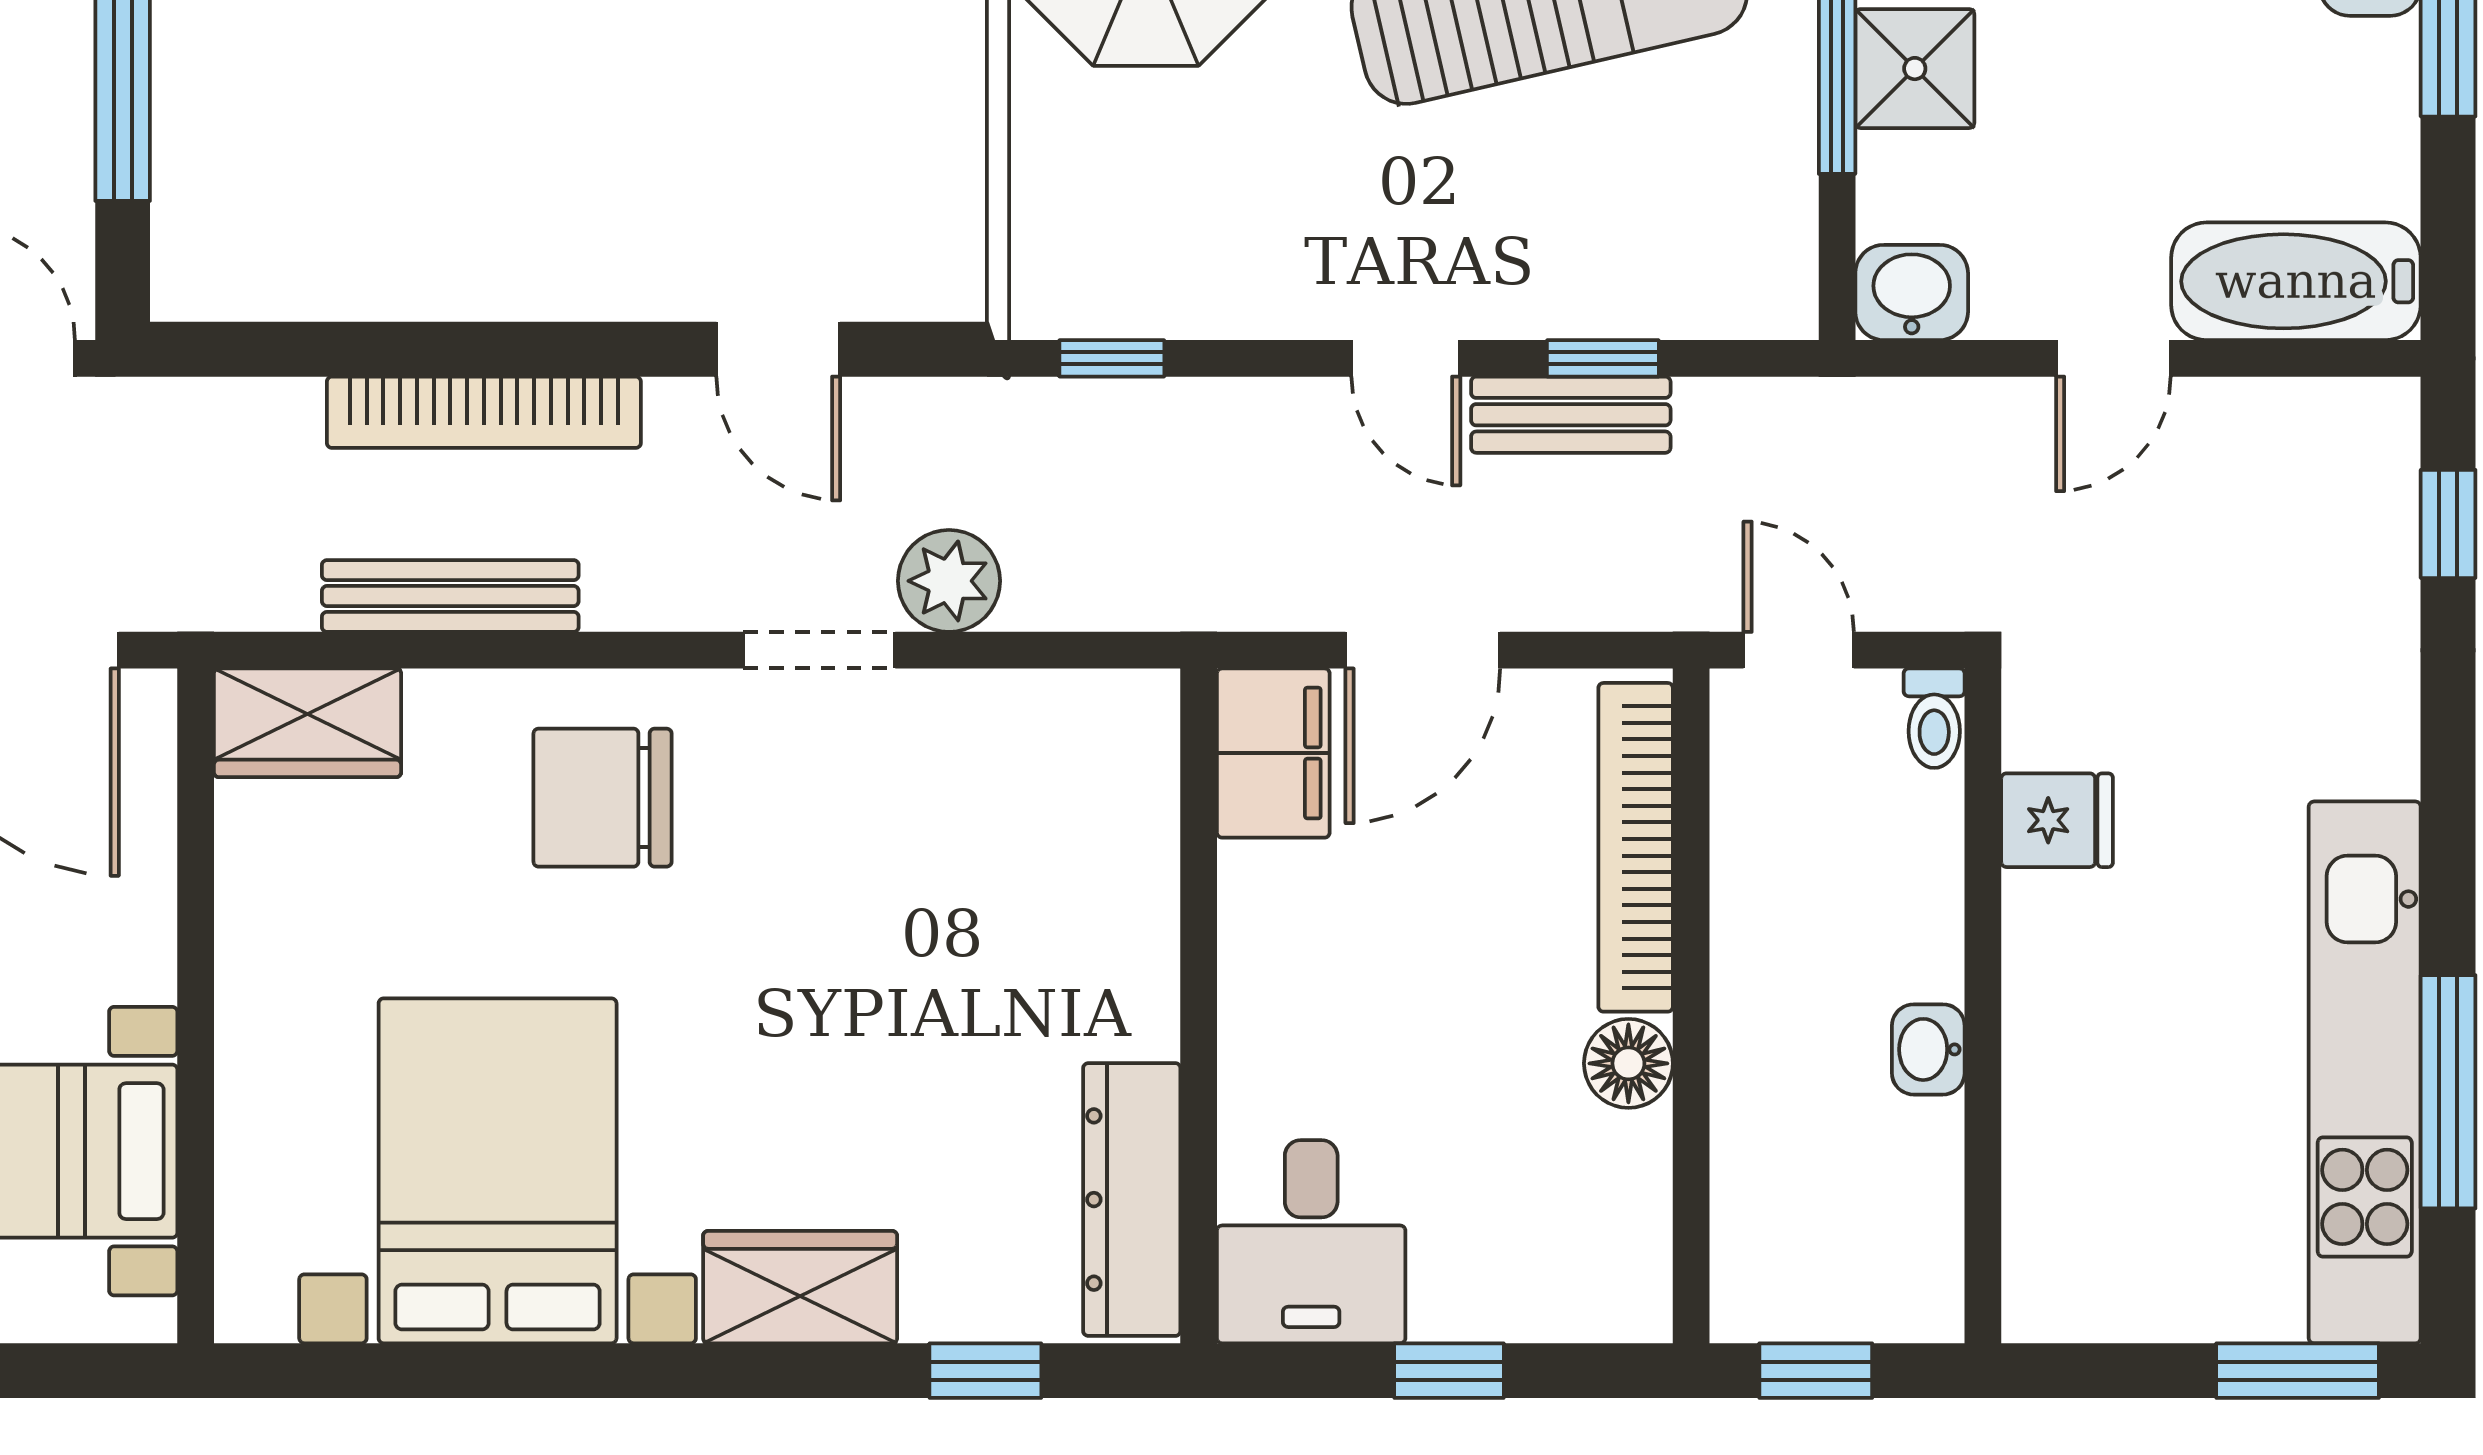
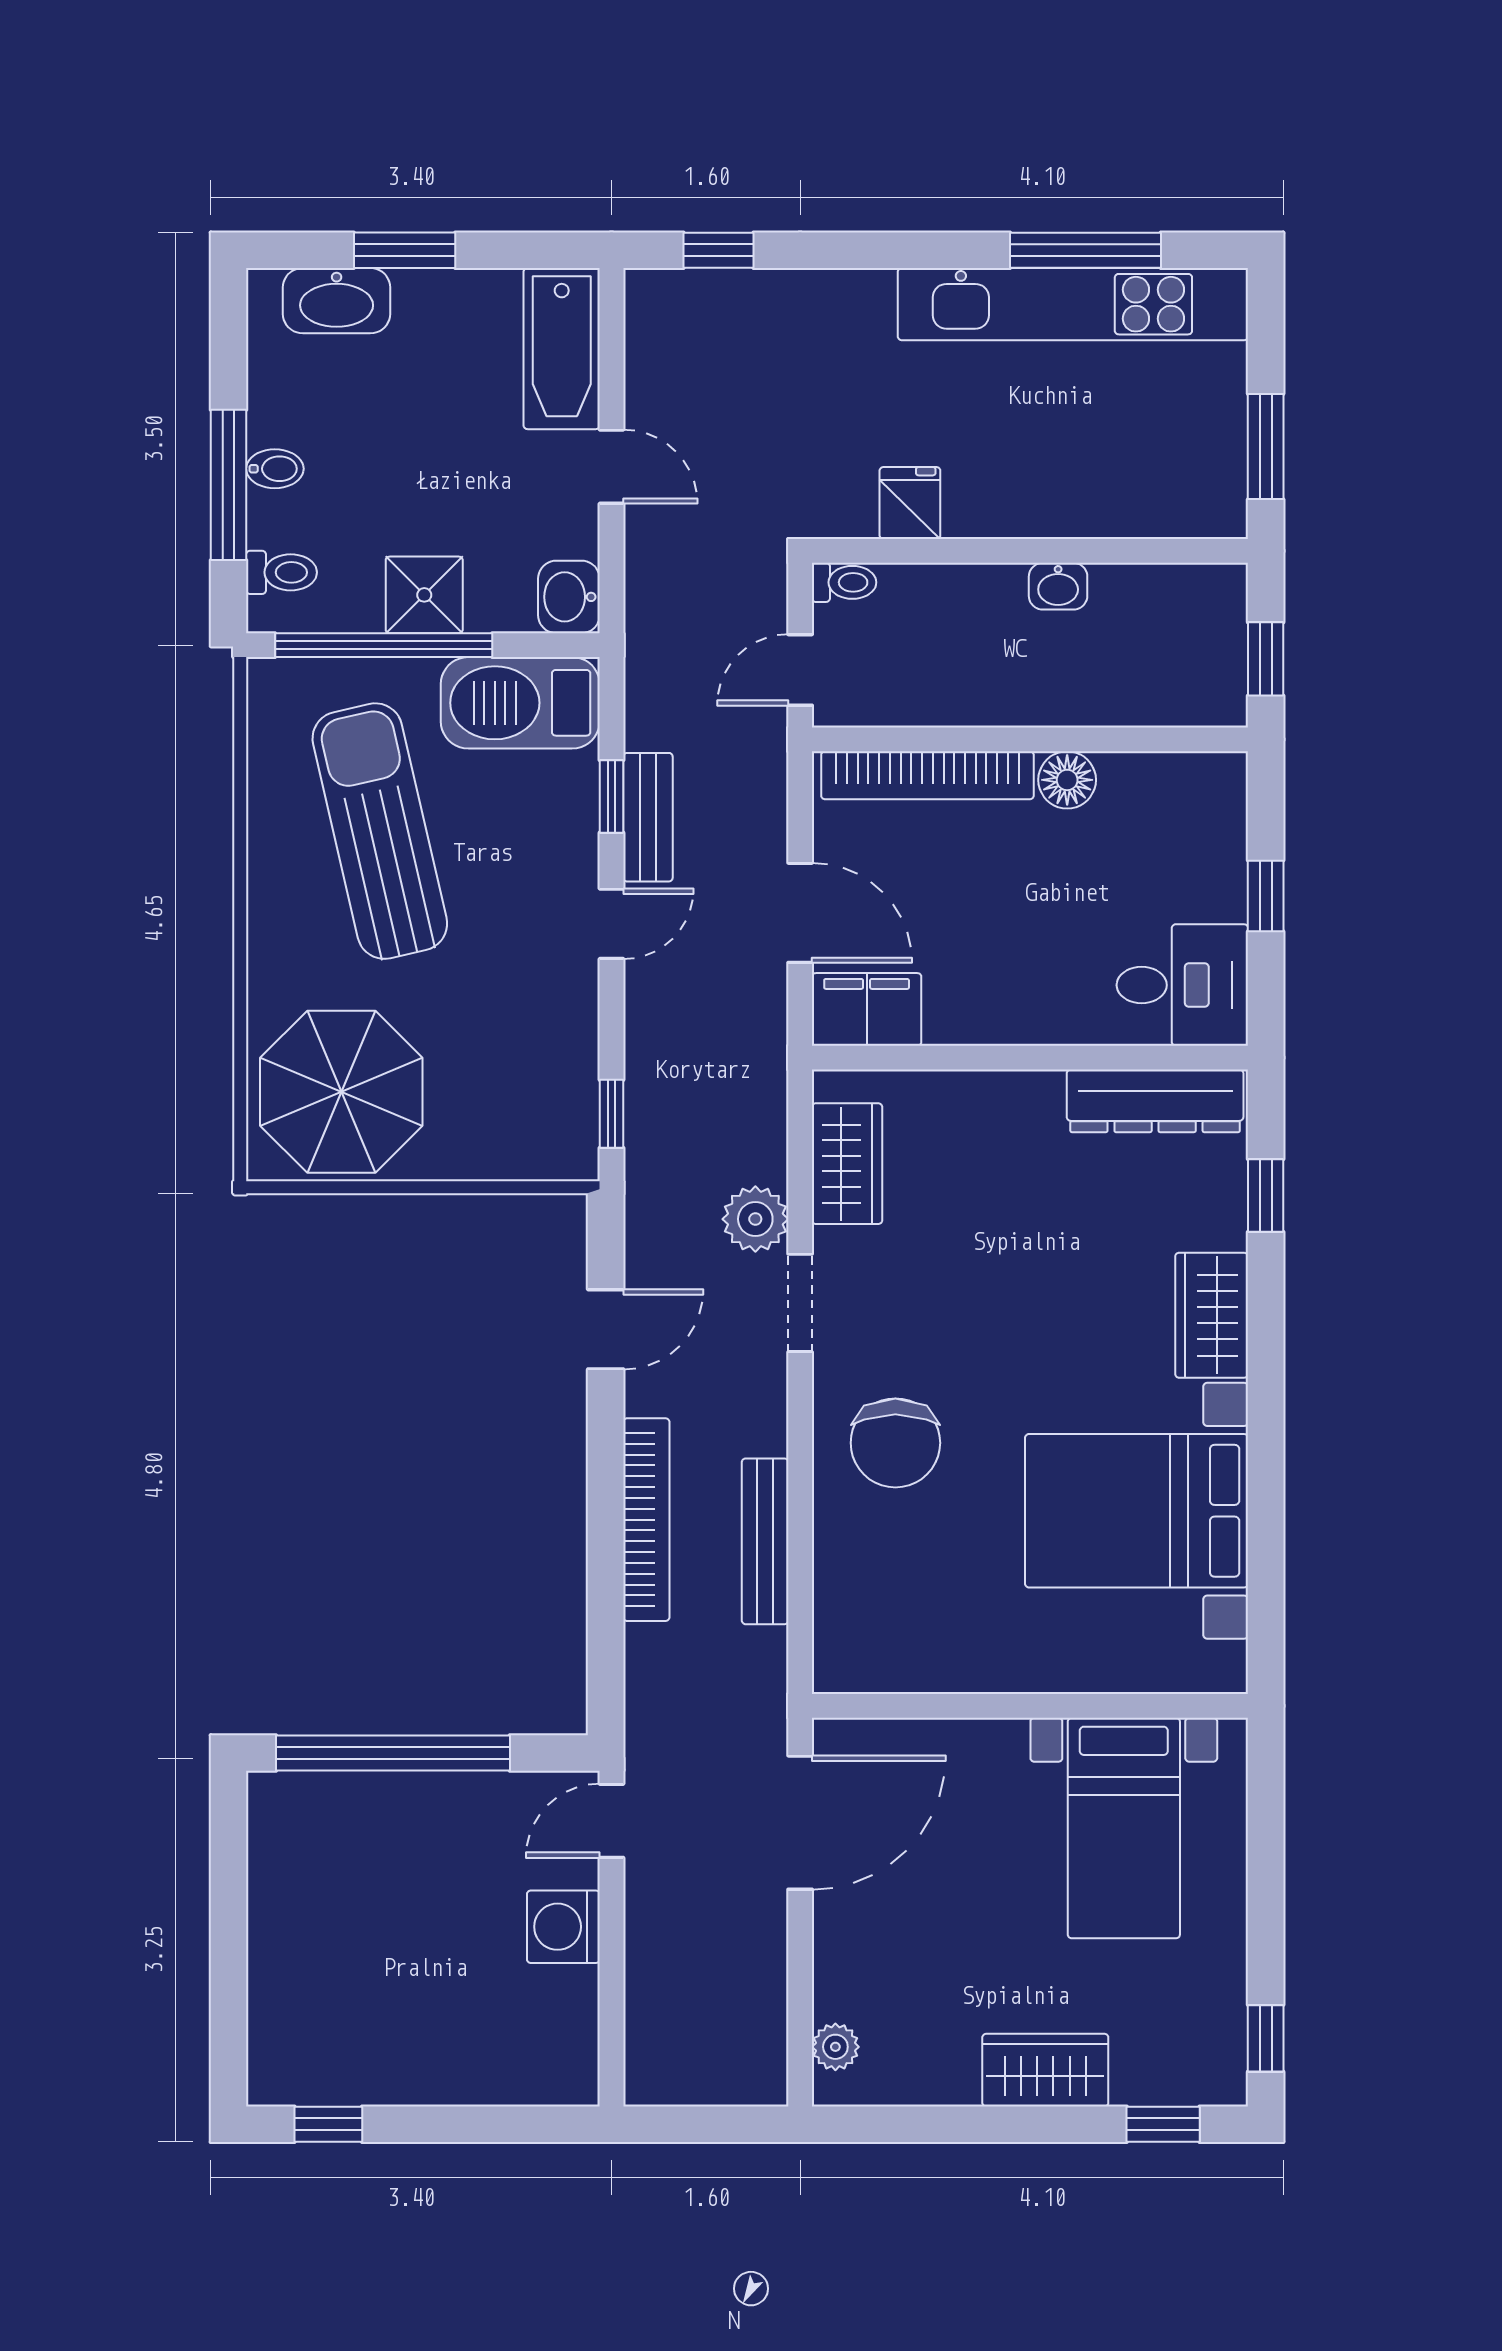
barbecue: (1748, 217) -> (520, 703), added
wardrobe: (308, 723) -> (847, 1164), moved
window: (2298, 1371) -> (1266, 447), moved

